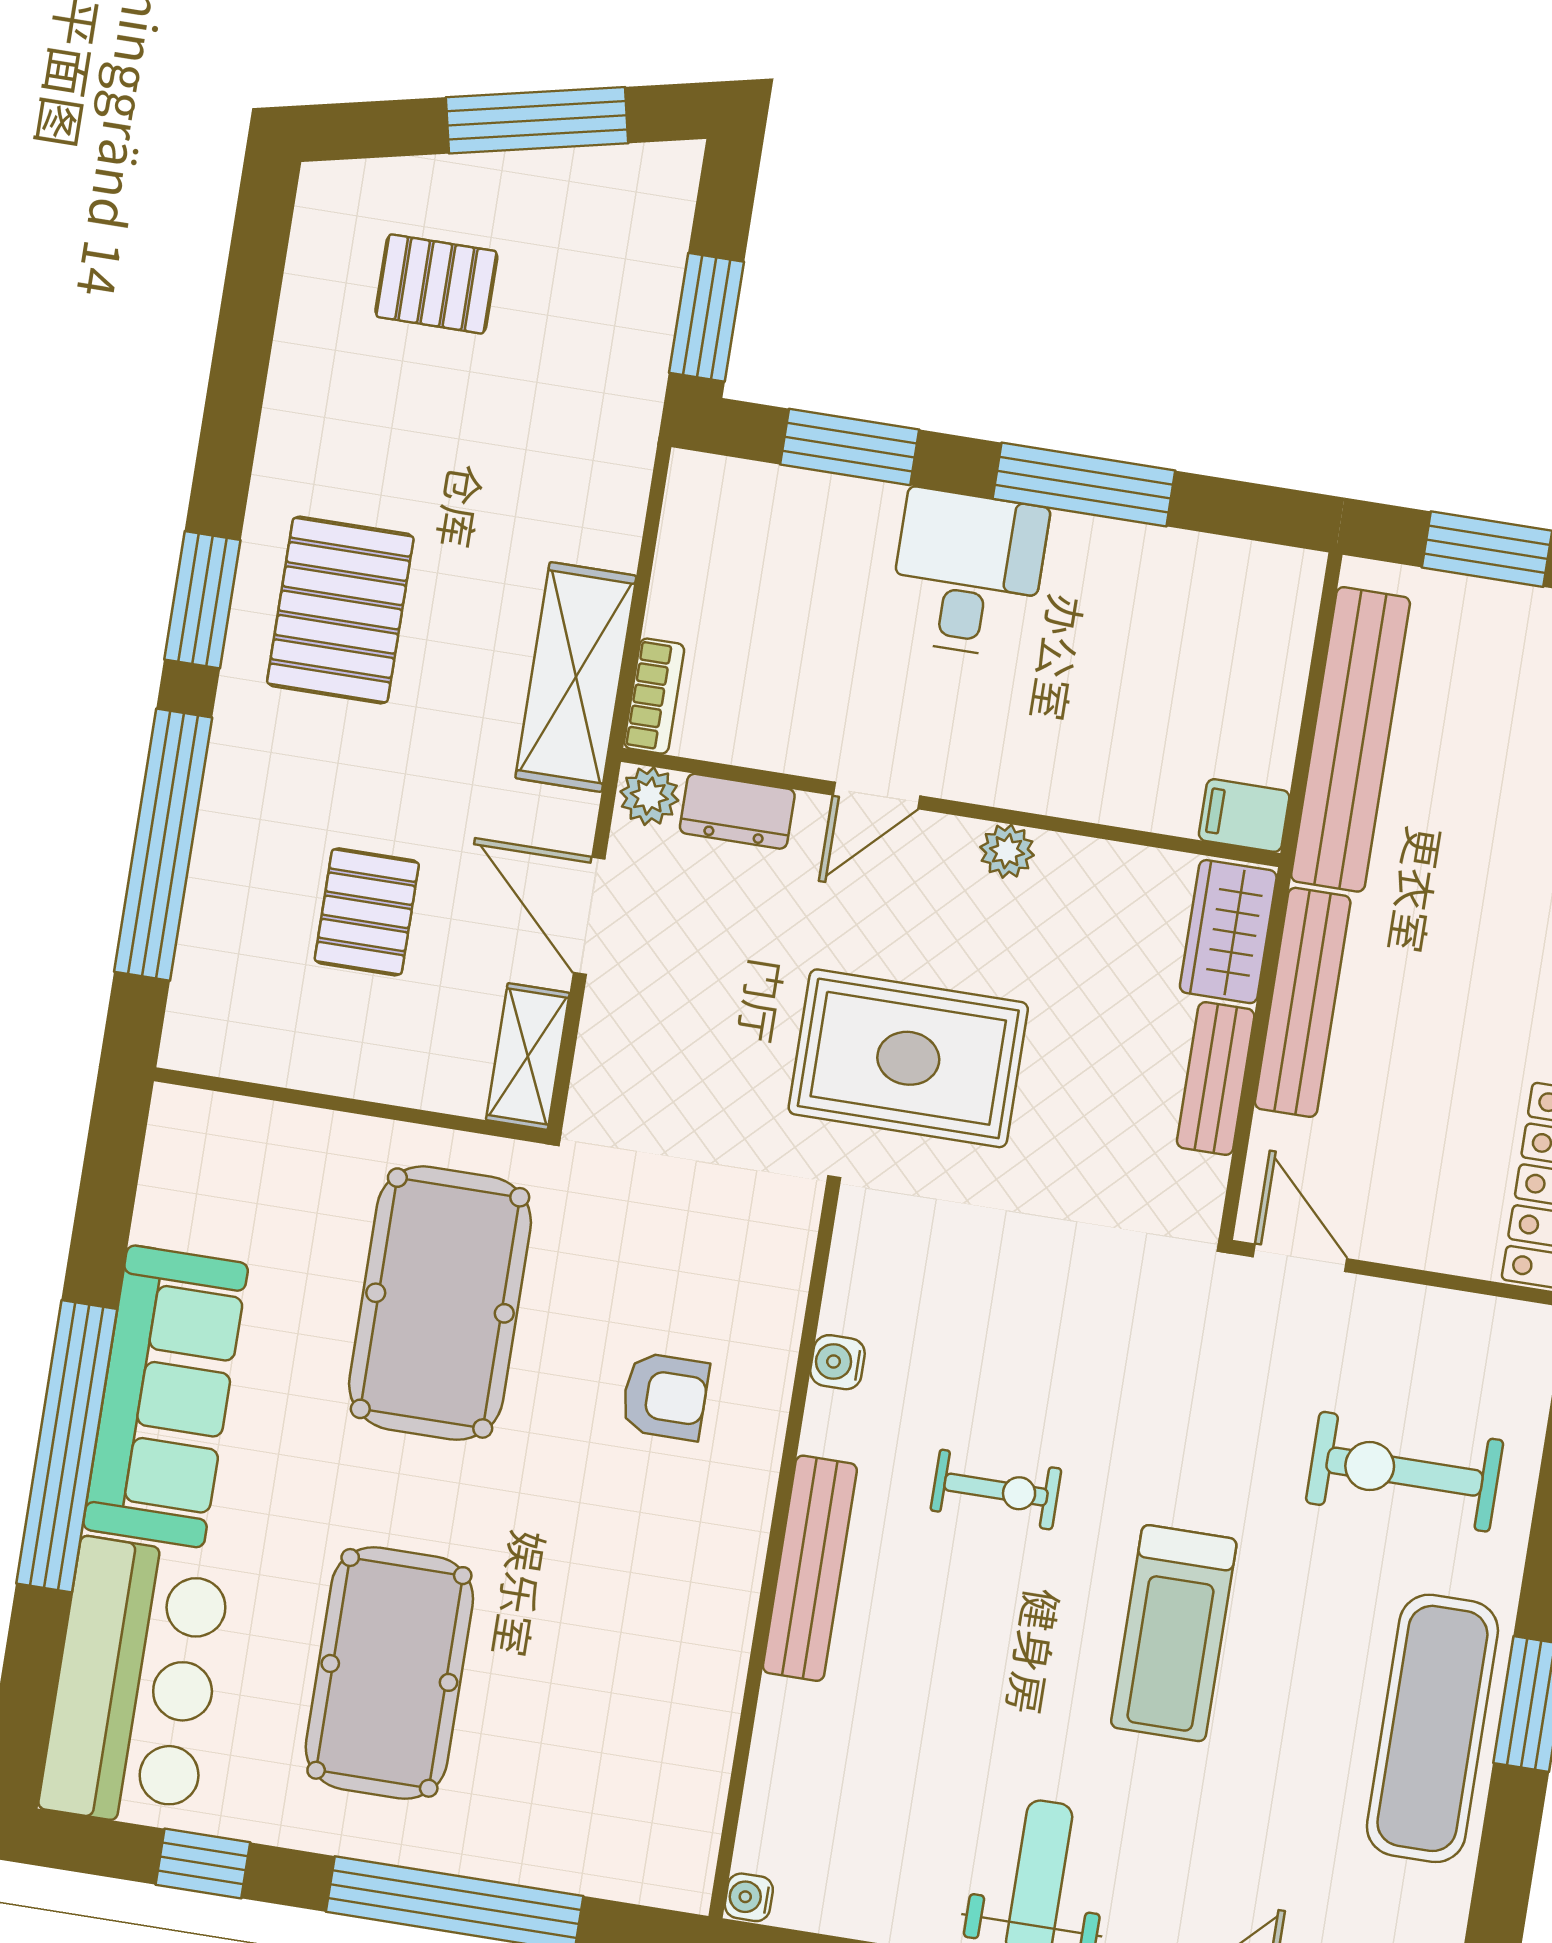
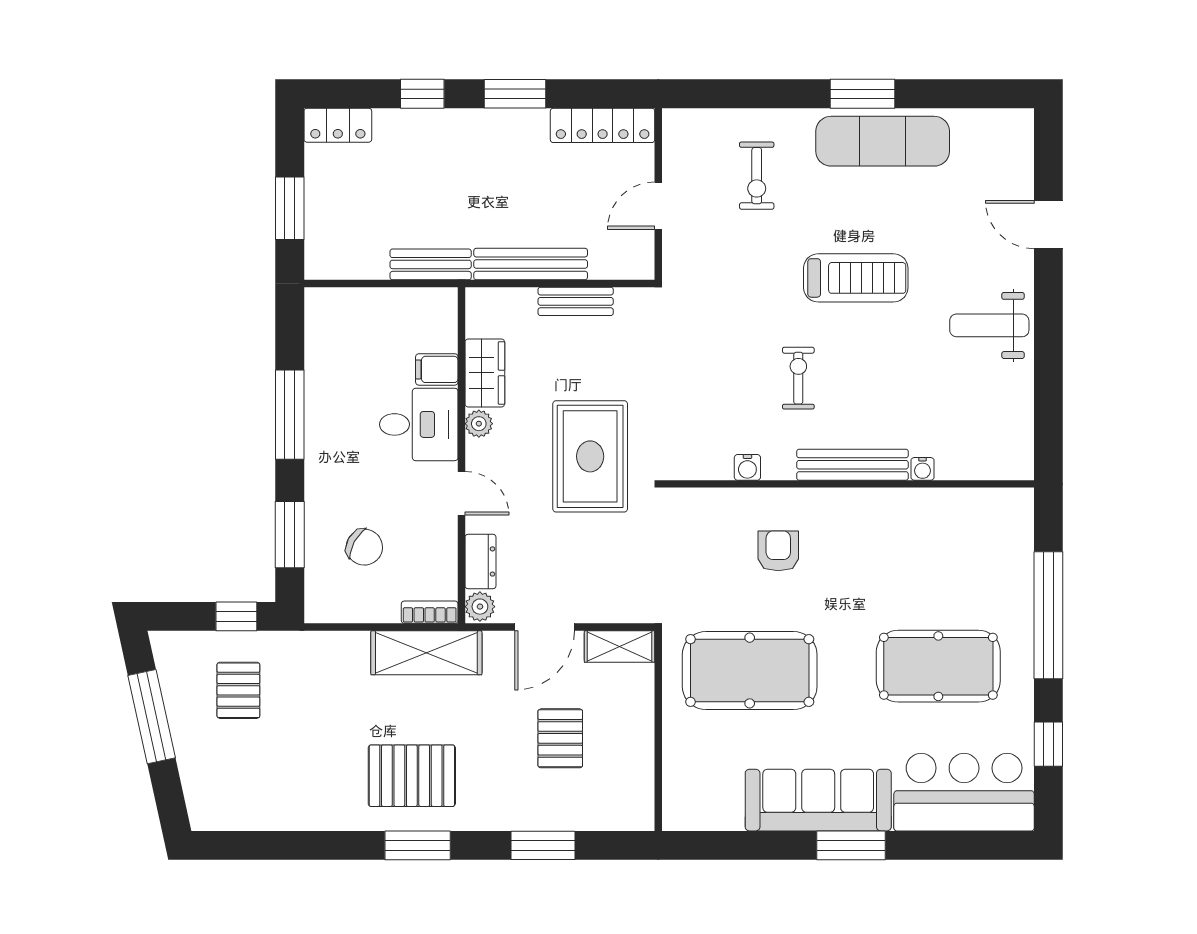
pallet: (436, 284) -> (238, 690), moved
window: (707, 317) -> (236, 616), width x0.67
desk: (968, 573) -> (419, 424), moved, turned 180
chair: (802, 589) -> (364, 547), added
bench: (1351, 739) -> (431, 264), width x0.54, depth x0.82
filing cabinet: (1244, 816) -> (437, 369), moved, turned 90
window: (163, 845) -> (543, 845), width x0.47
pallet: (367, 912) -> (560, 738), turned 90
wardrobe: (1228, 932) -> (485, 373), moved, turned -90
door: (1300, 1258) -> (658, 206), moved
window: (67, 1446) -> (851, 845), width x0.47
exercise bike: (1405, 1472) -> (757, 176), width x0.73, depth x0.72
water cooler: (749, 1897) -> (922, 469), moved

